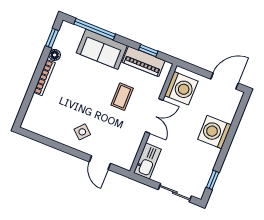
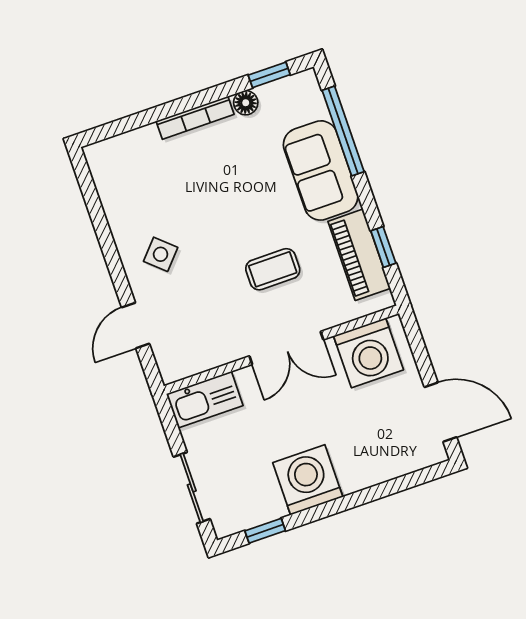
washing machine: (214, 132) -> (308, 480), moved

